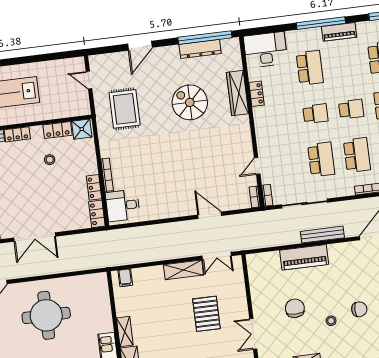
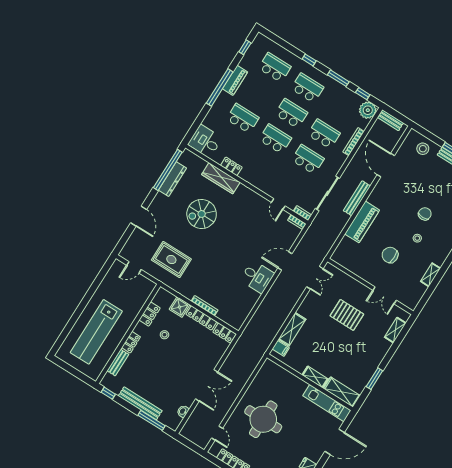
desk: (265, 50) -> (205, 141), width x0.73
school desk: (351, 109) -> (291, 113), width x1.85
school desk: (315, 114) -> (275, 139), width x1.85
shower: (82, 129) -> (180, 307), moved
locker: (94, 187) -> (201, 318), width x1.53
desk: (123, 205) -> (257, 277), moved, turned -90
shelving: (183, 270) -> (292, 329), moved

